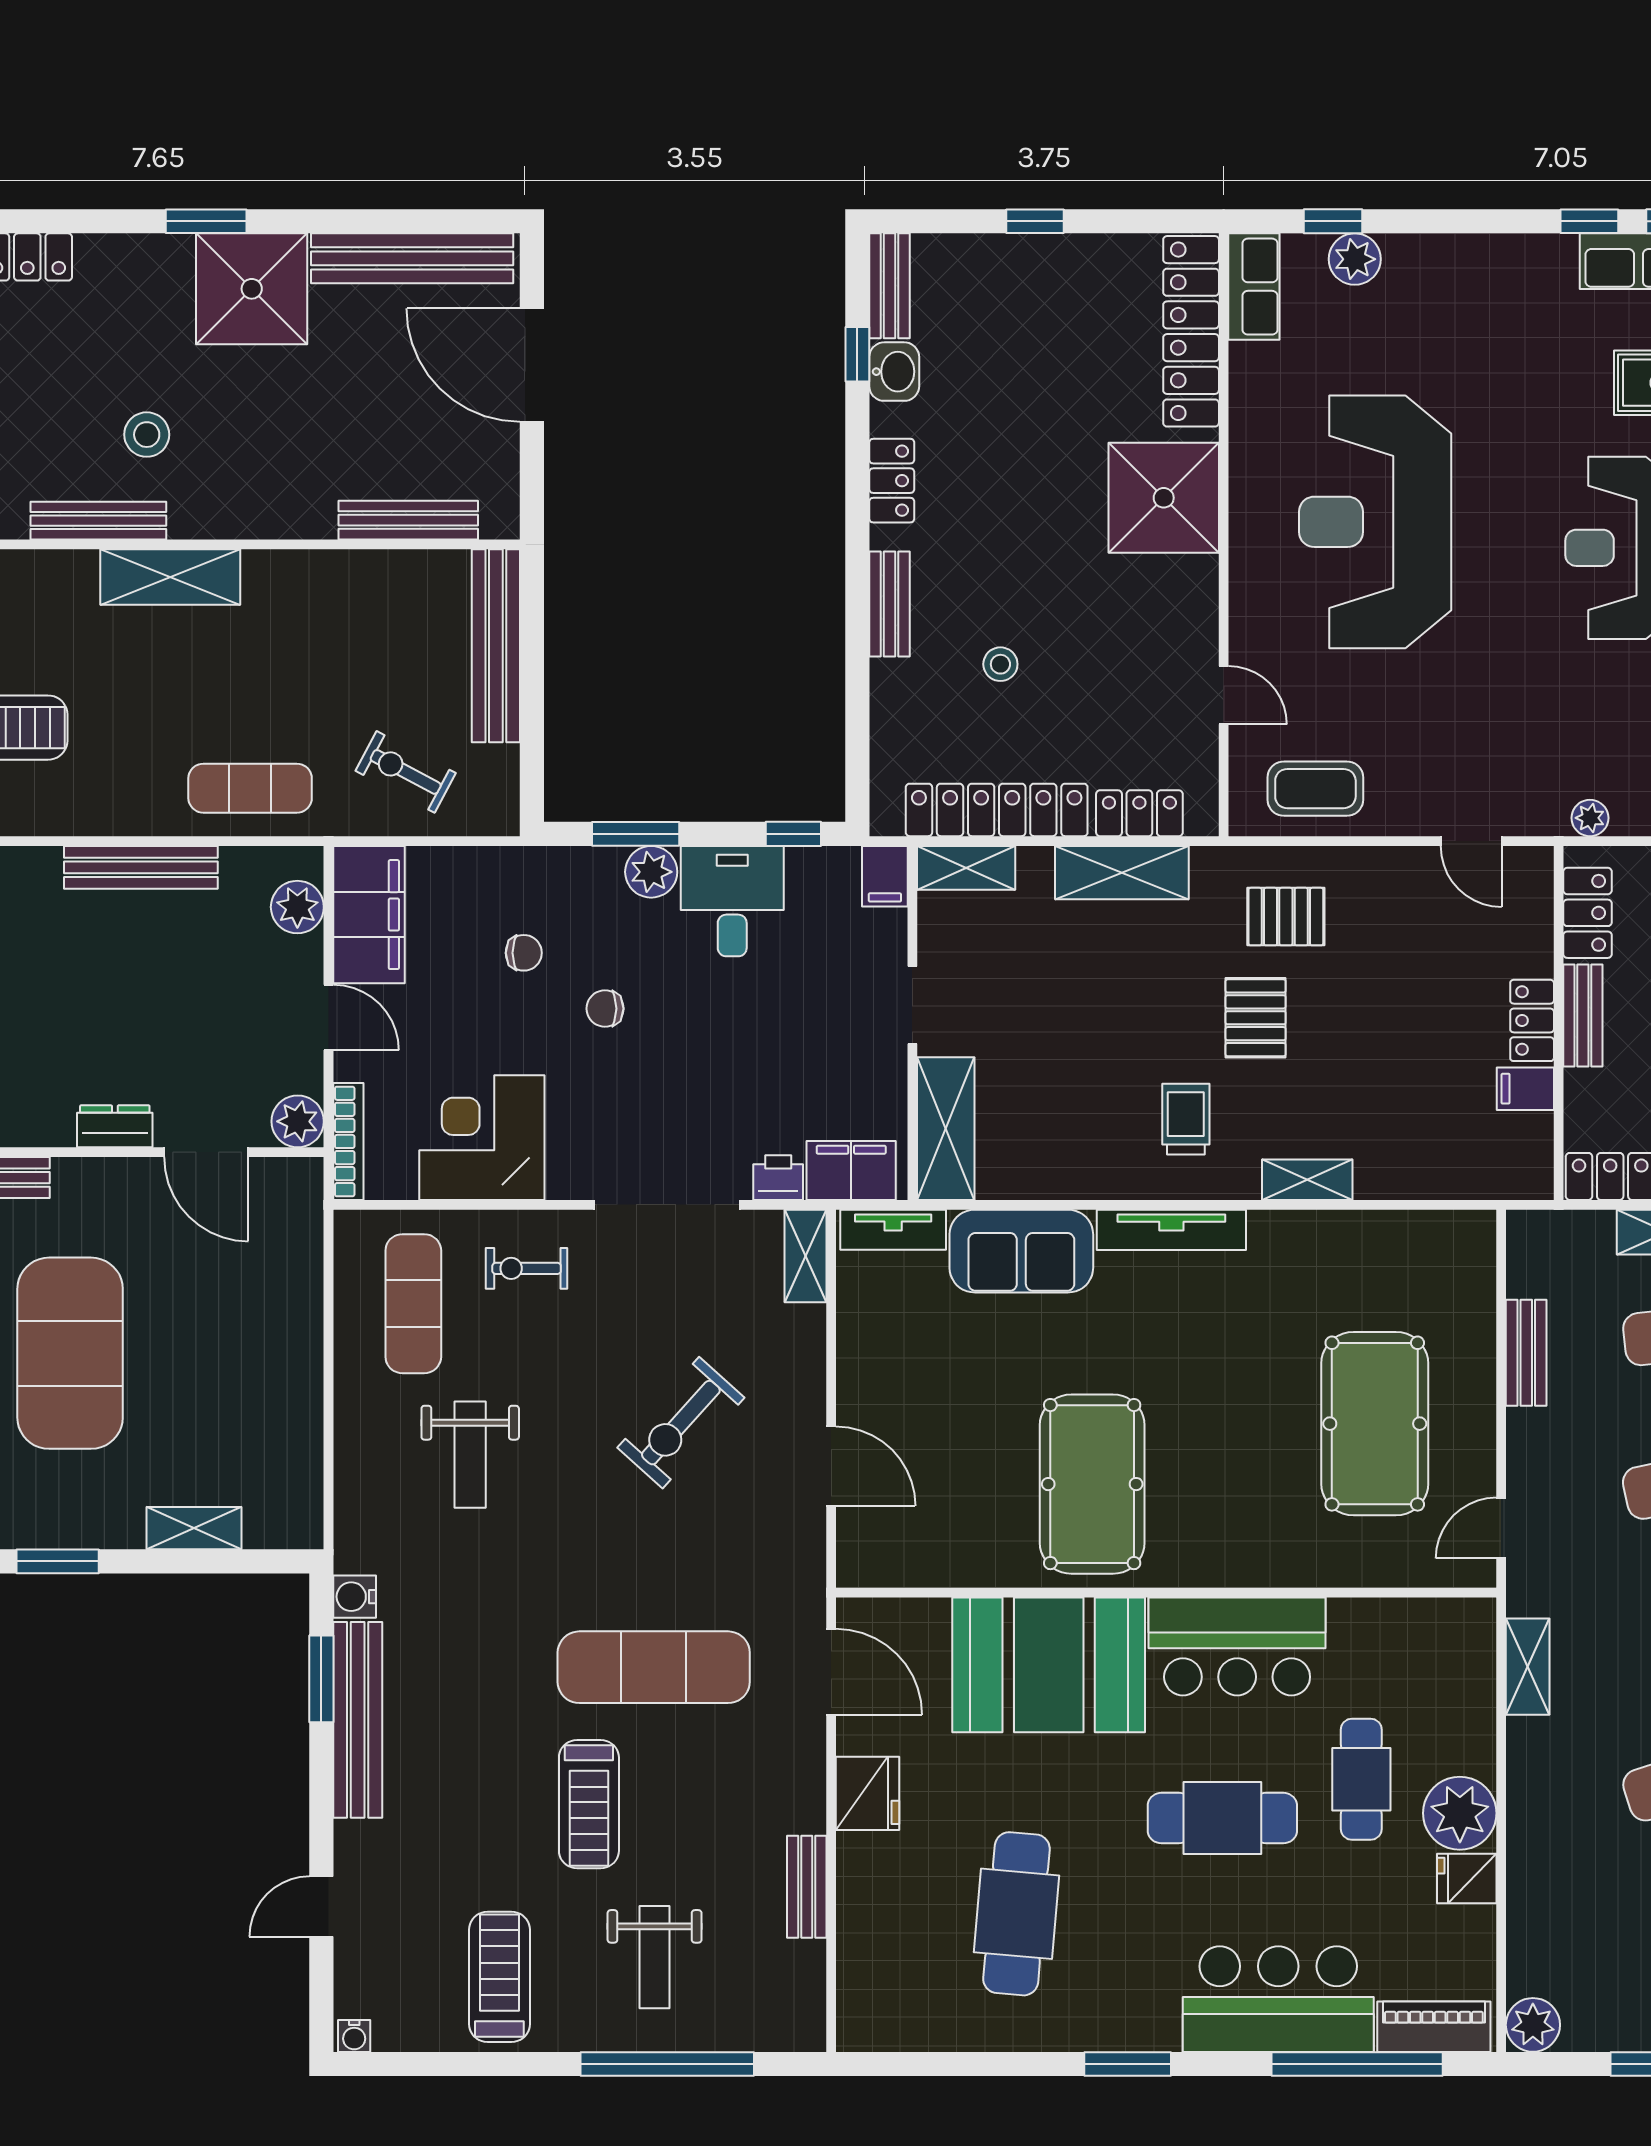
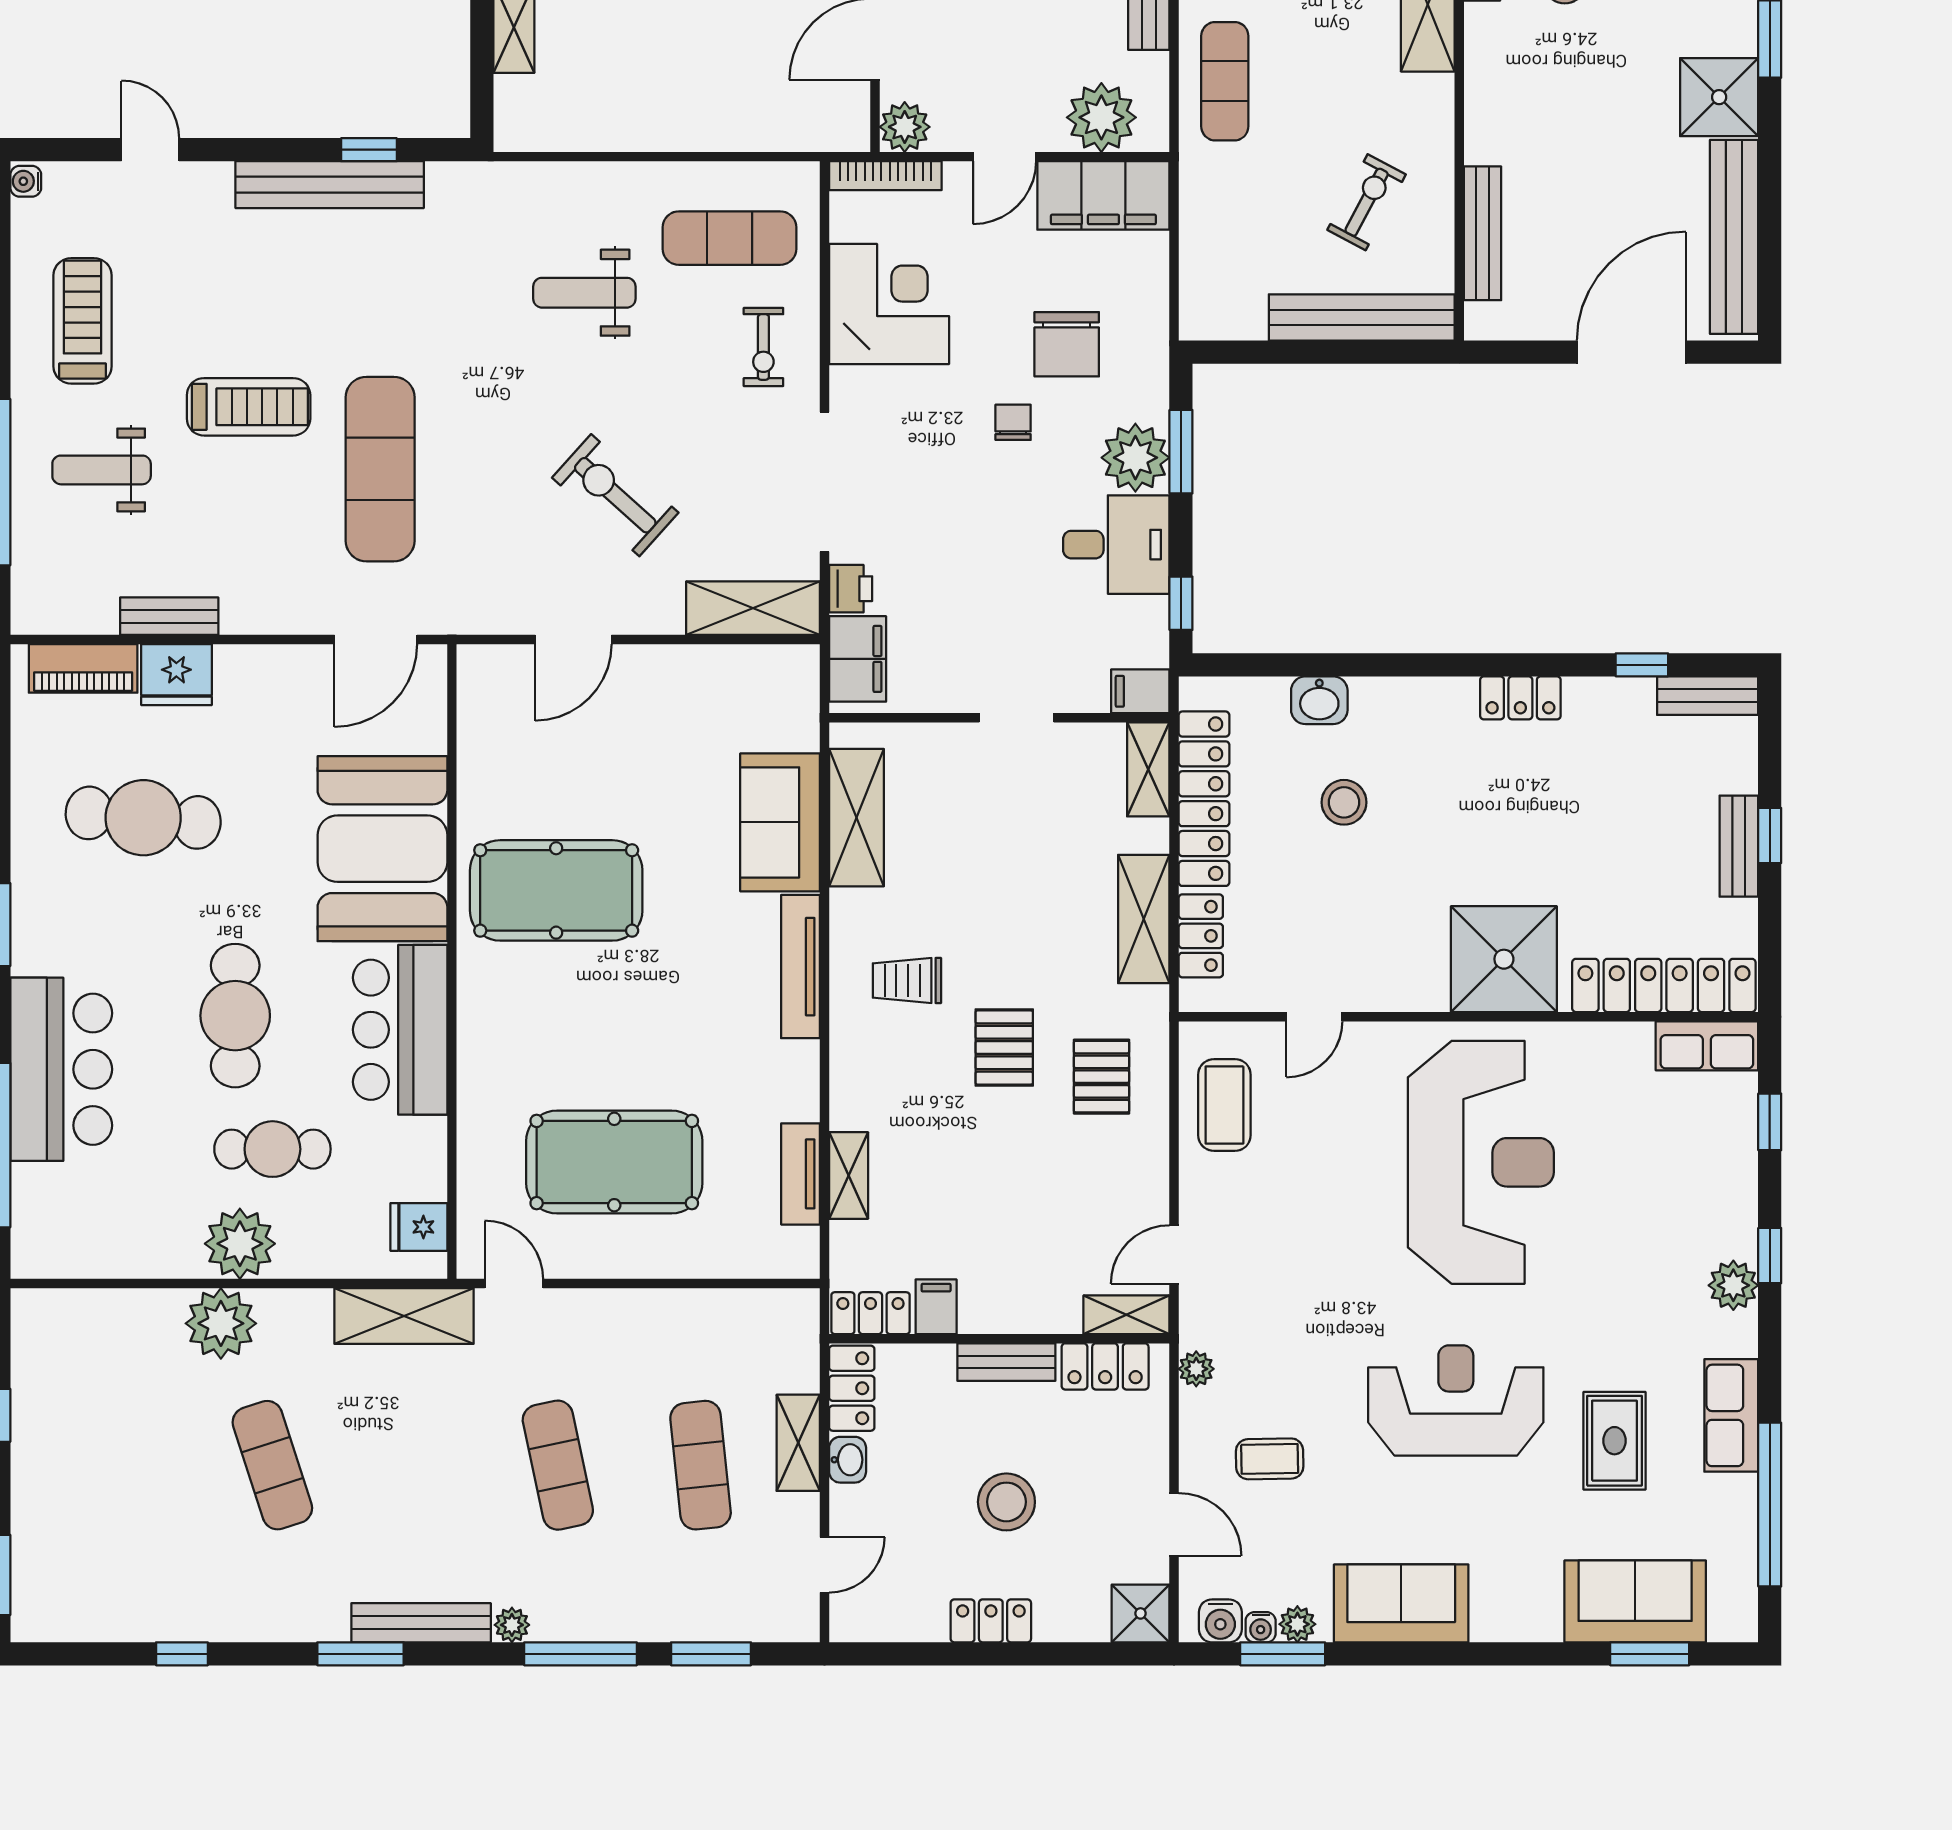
window: (1589, 221) -> (1770, 1256), moved
plant: (1355, 259) -> (1733, 1285), moved
shower: (252, 289) -> (1719, 97), width x0.73, depth x0.73
washbasin: (894, 372) -> (1319, 700), moved
reception desk: (1375, 522) -> (1481, 1162), turned 90
bench: (889, 604) -> (1739, 846), moved, turned 90
stool: (1000, 664) -> (1344, 802), width x1.37, depth x1.37
exercise bike: (406, 772) -> (1367, 202), moved
plant: (651, 872) -> (1135, 458), width x1.36, depth x1.36
shelving: (1534, 891) -> (1126, 1315), added
plant: (297, 907) -> (1101, 117), width x1.36, depth x1.36
chair: (524, 953) -> (1067, 344), width x1.87, depth x1.87
pallet: (1256, 1018) -> (1004, 1048), turned 90
locker: (1532, 1020) -> (870, 1313), moved
trolley: (1186, 1119) -> (907, 980), turned 180
shelving: (946, 1129) -> (857, 818), moved, turned 90
shelving: (1307, 1180) -> (849, 1176), moved
tv unit: (893, 1230) -> (801, 1174), moved
shelving: (805, 1256) -> (753, 608), width x1.50, depth x1.33
exercise bike: (527, 1268) -> (763, 347), turned 180
bench: (1526, 1353) -> (682, 1308), removed
water cooler: (355, 1597) -> (448, 182), removed
shelving: (1528, 1667) -> (404, 1316), width x1.50, depth x1.33
window: (321, 1679) -> (369, 150), width x0.67
fridge: (868, 1793) -> (176, 675), moved
treadmill: (589, 1804) -> (249, 407), turned 180
fridge: (1467, 1878) -> (419, 1227), moved, turned -90
treadmill: (499, 1977) -> (83, 321), turned -90
plant: (1533, 2025) -> (221, 1323), moved, width x1.36, depth x1.36
piano: (1434, 2027) -> (83, 668), moved, turned 90

